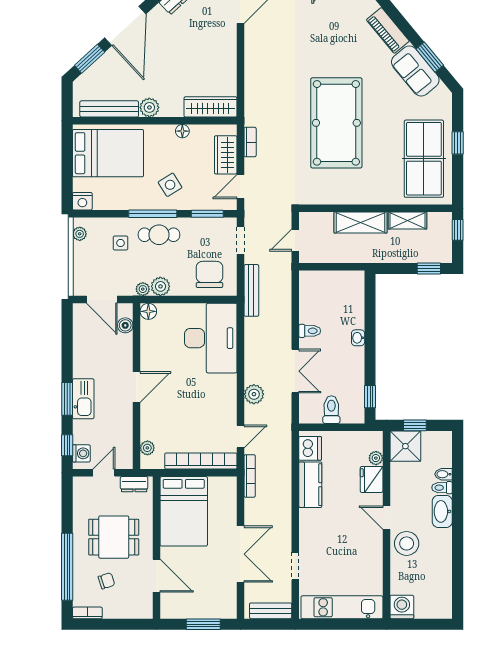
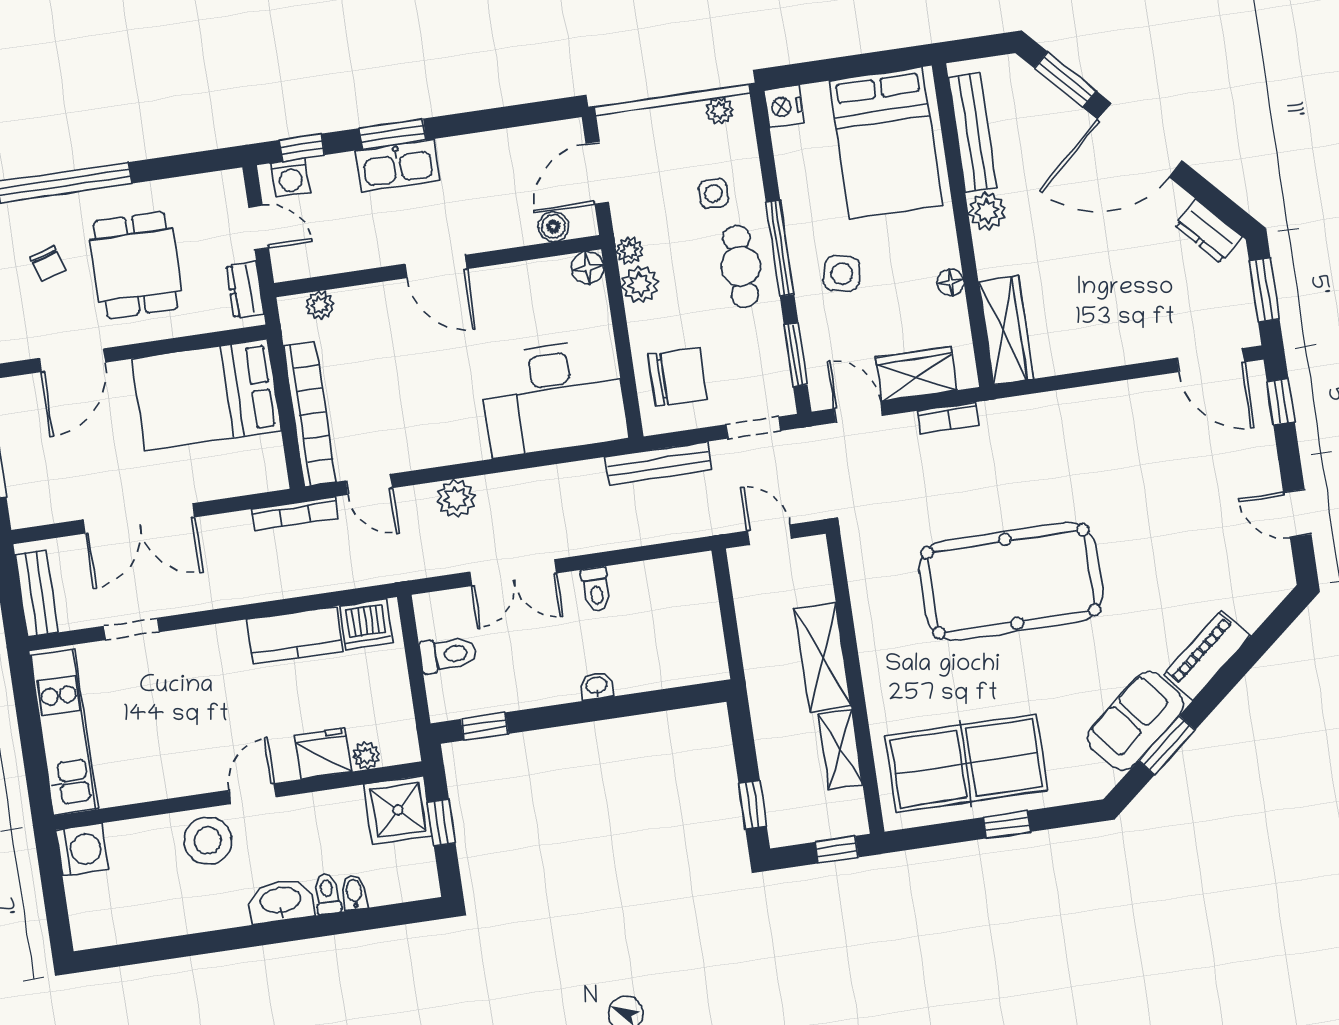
side table: (170, 185) -> (842, 274), turned 45

